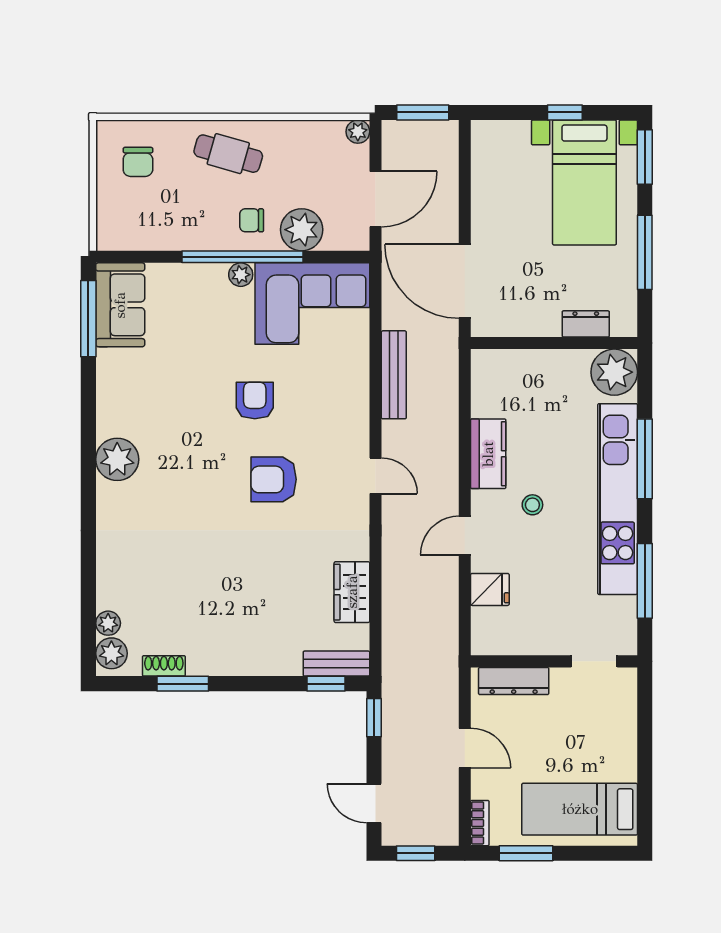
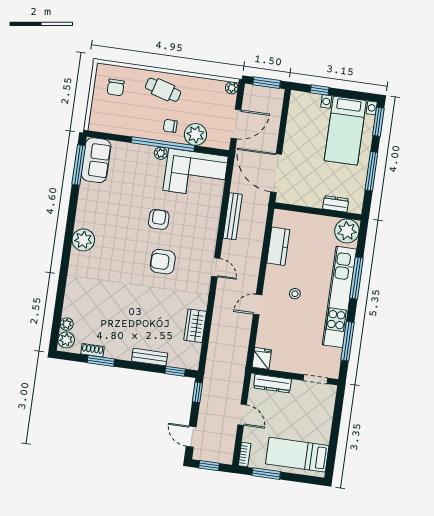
window: (565, 112) -> (320, 90), moved
kitchen counter: (488, 454) -> (278, 246), moved
fridge: (490, 589) -> (262, 358), moved, turned -90
bench: (336, 664) -> (150, 357), moved

